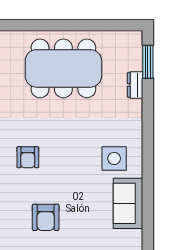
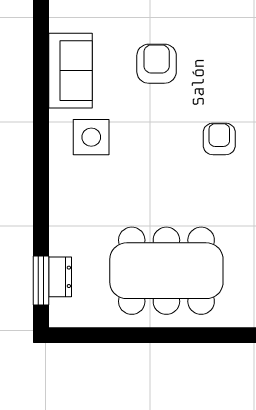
dresser: (135, 85) -> (60, 277), moved
armchair: (46, 217) -> (157, 64), moved

